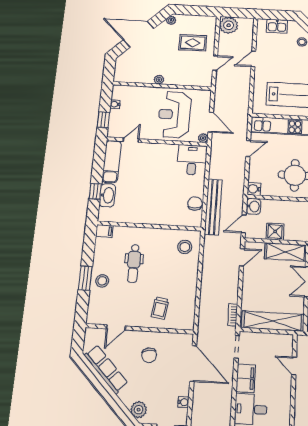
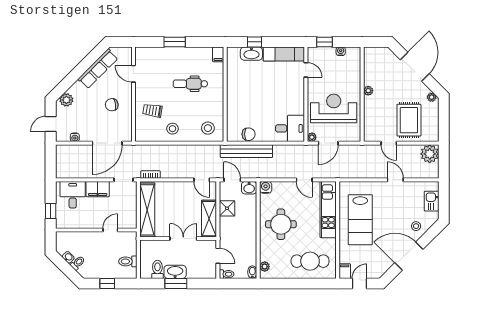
rug: (193, 43) -> (409, 120), width x1.36, depth x1.43
stool: (102, 281) -> (173, 129), moved

